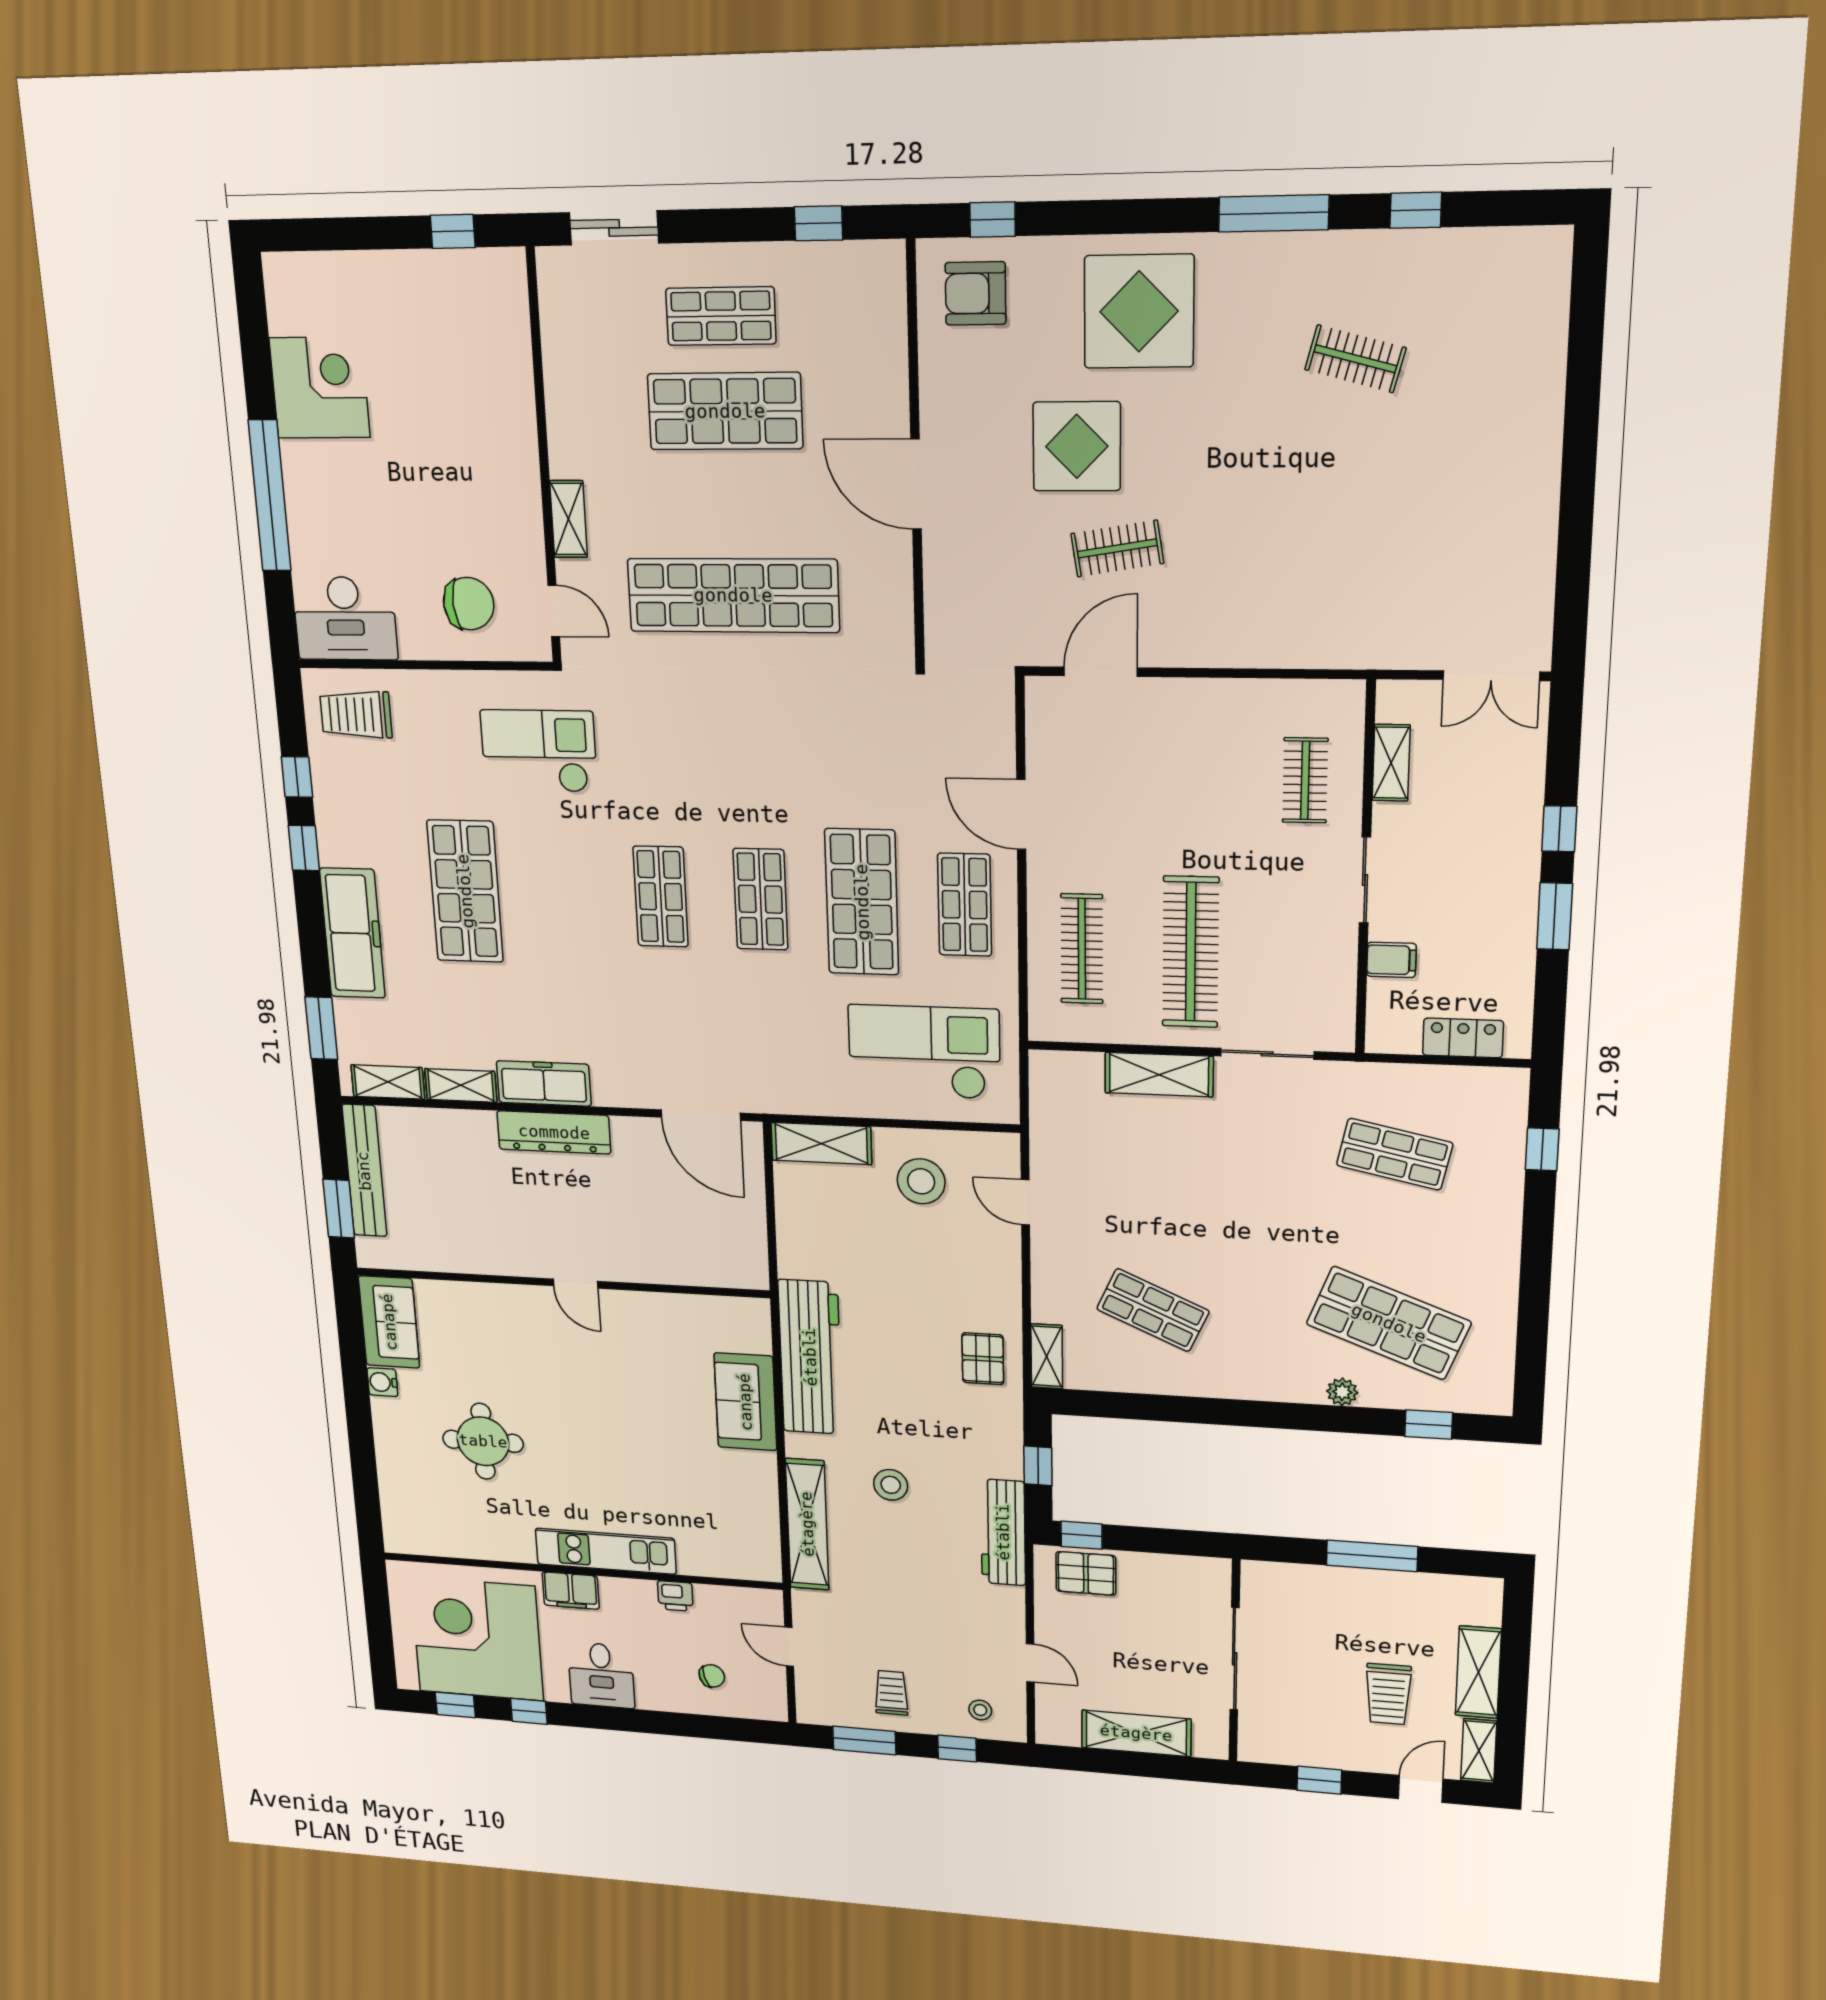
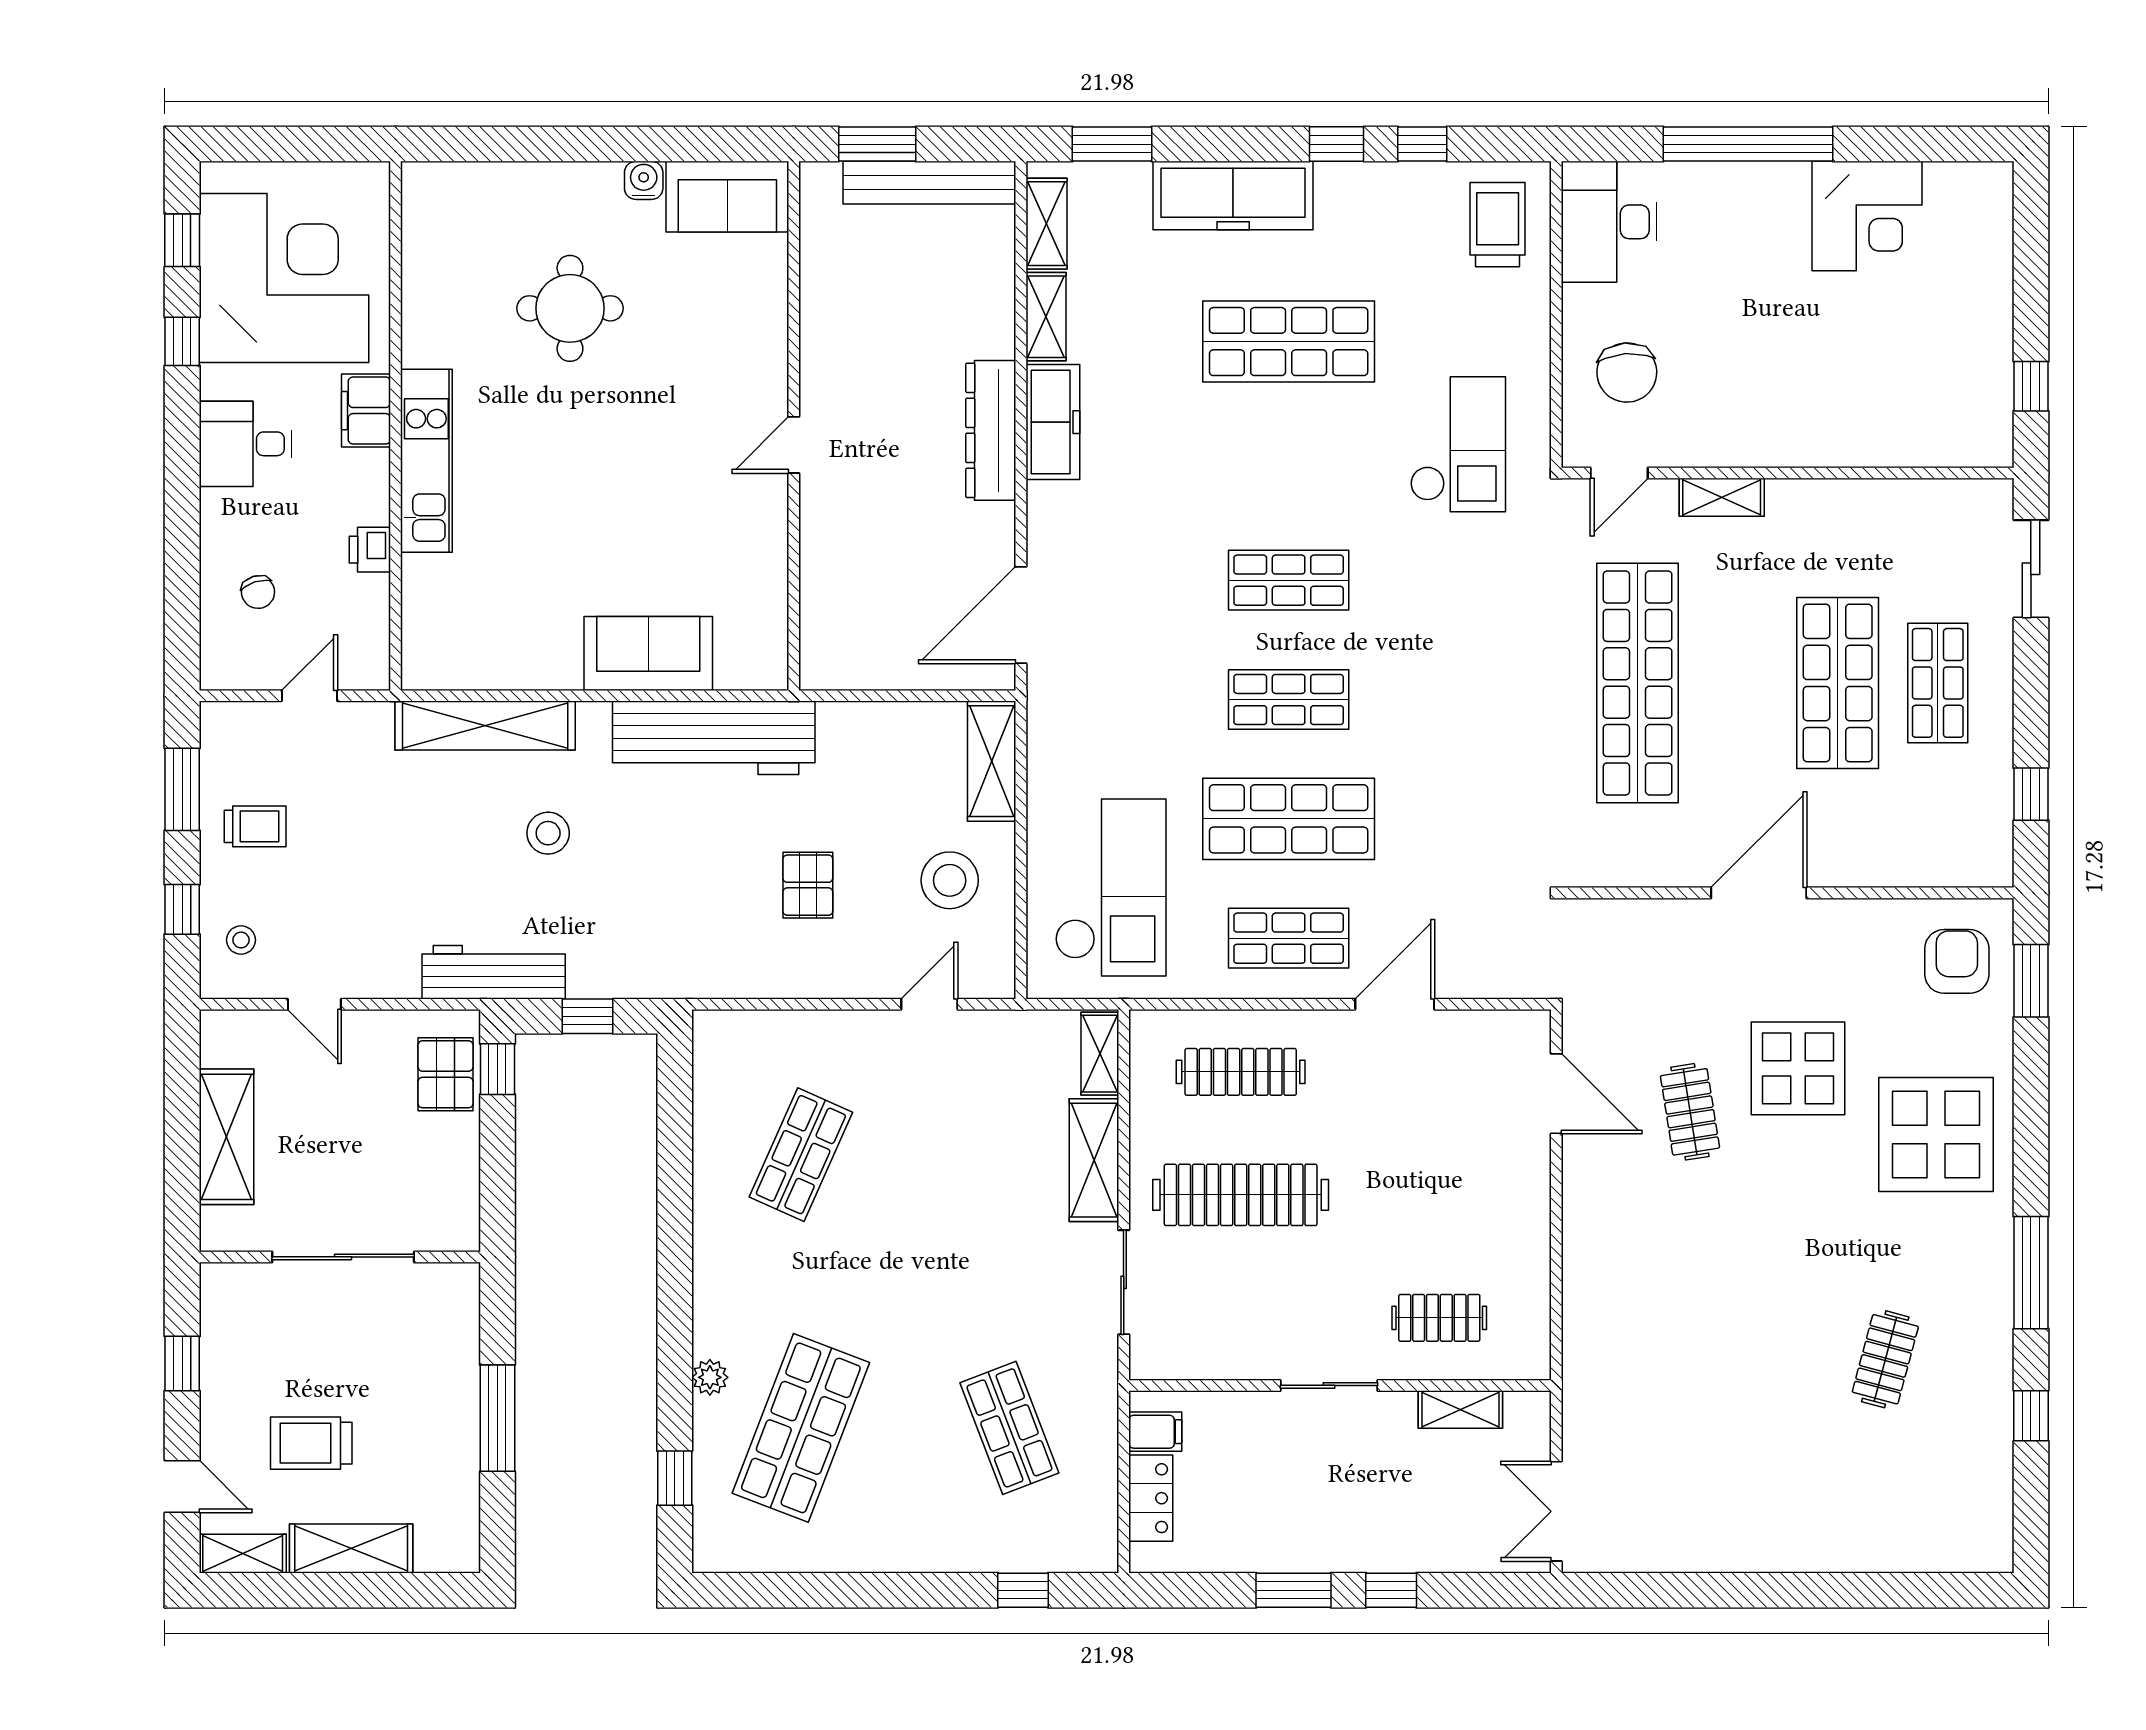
window: (993, 220) -> (2031, 981), width x1.50
filing cabinet: (1391, 960) -> (1155, 1432), moved, turned -90
shop shelf: (1395, 1154) -> (1009, 1428), turned -33
shelving: (1047, 1356) -> (1100, 1054), moved, turned 90
pallet: (983, 1359) -> (808, 885), moved, turned 90
door: (1030, 1663) -> (314, 1004), hinge flipped

